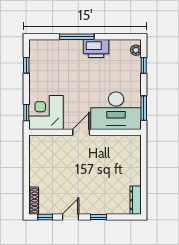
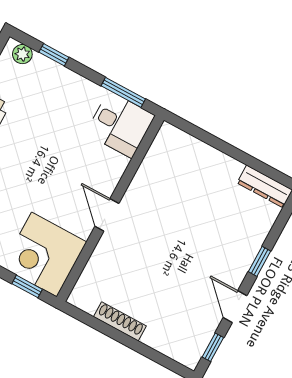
desk: (116, 111) -> (120, 124), width x0.53, depth x0.77
shoe rack: (34, 201) -> (120, 321), moved

